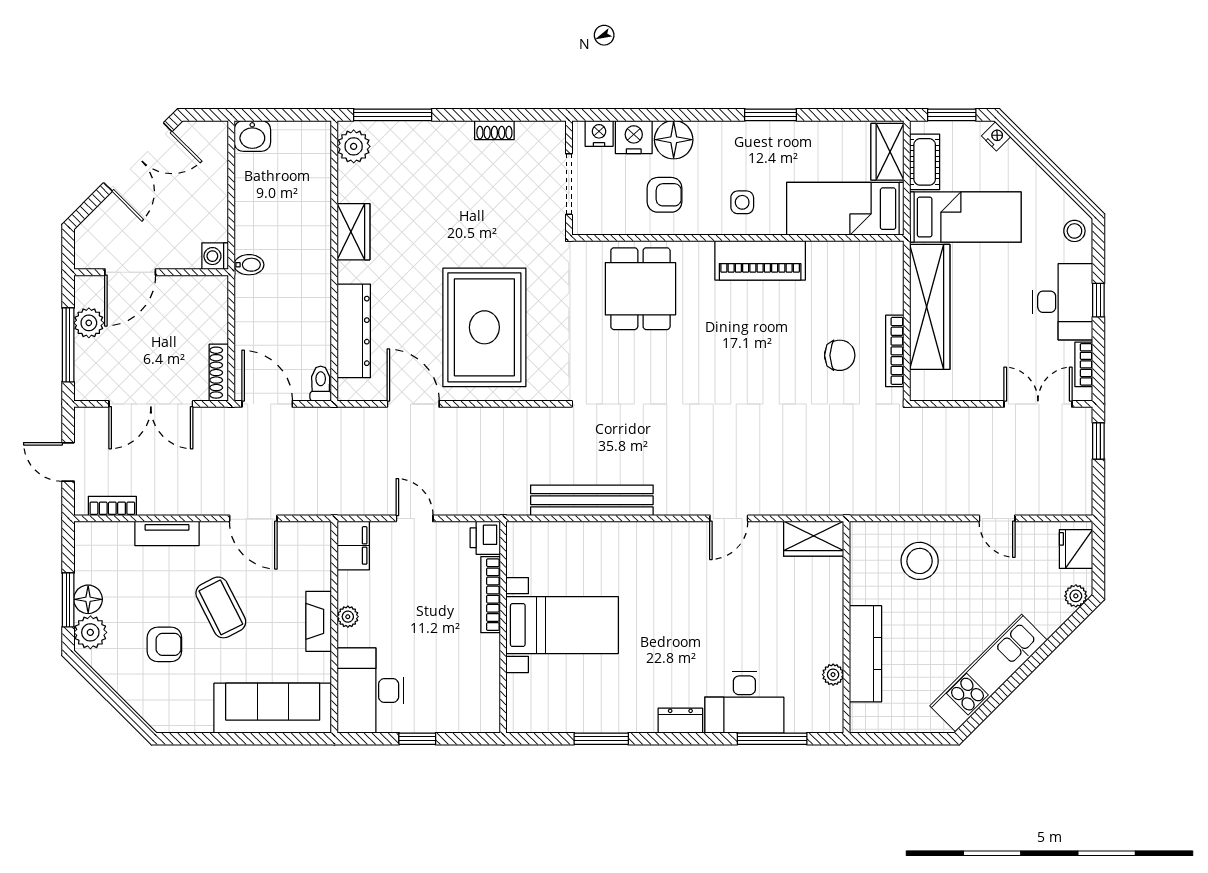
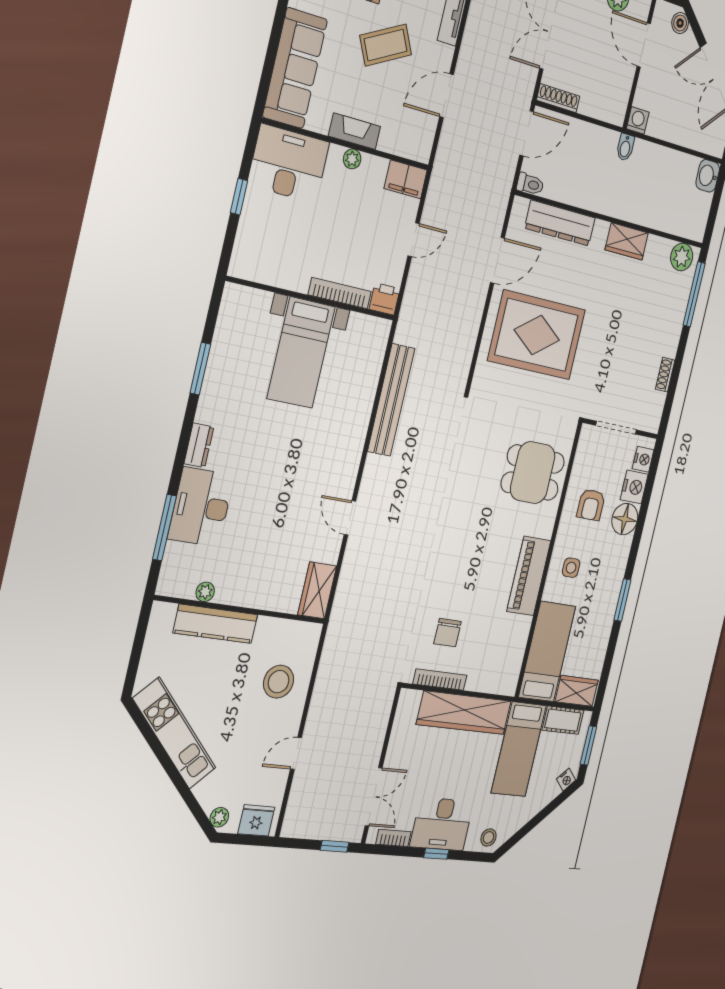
boiler: (92, 228) -> (680, 23), added

